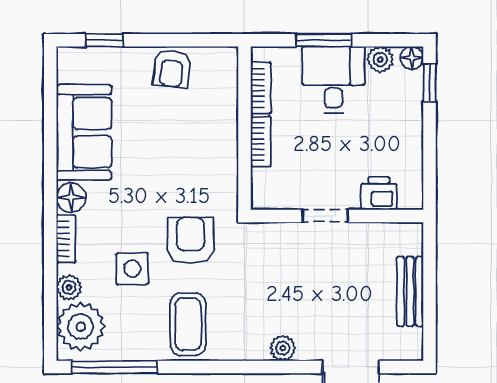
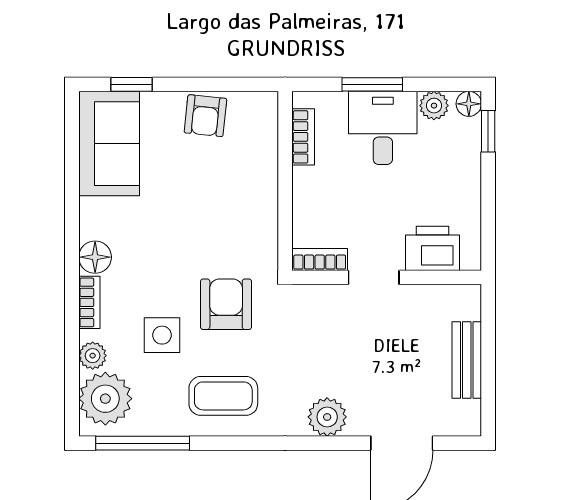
sofa: (84, 133) -> (109, 144), moved
bookcase: (261, 141) -> (320, 259), moved, turned -90
printer: (379, 193) -> (433, 248), width x1.36, depth x1.24
coffee table: (188, 324) -> (223, 396), turned 90
plant: (283, 348) -> (327, 417), width x1.38, depth x1.38

